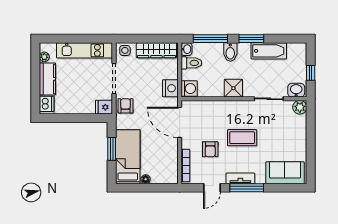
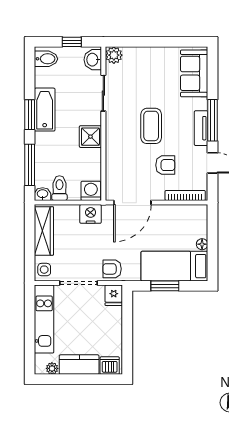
bathtub: (269, 51) -> (45, 110), moved
bidet: (230, 52) -> (46, 59), moved

